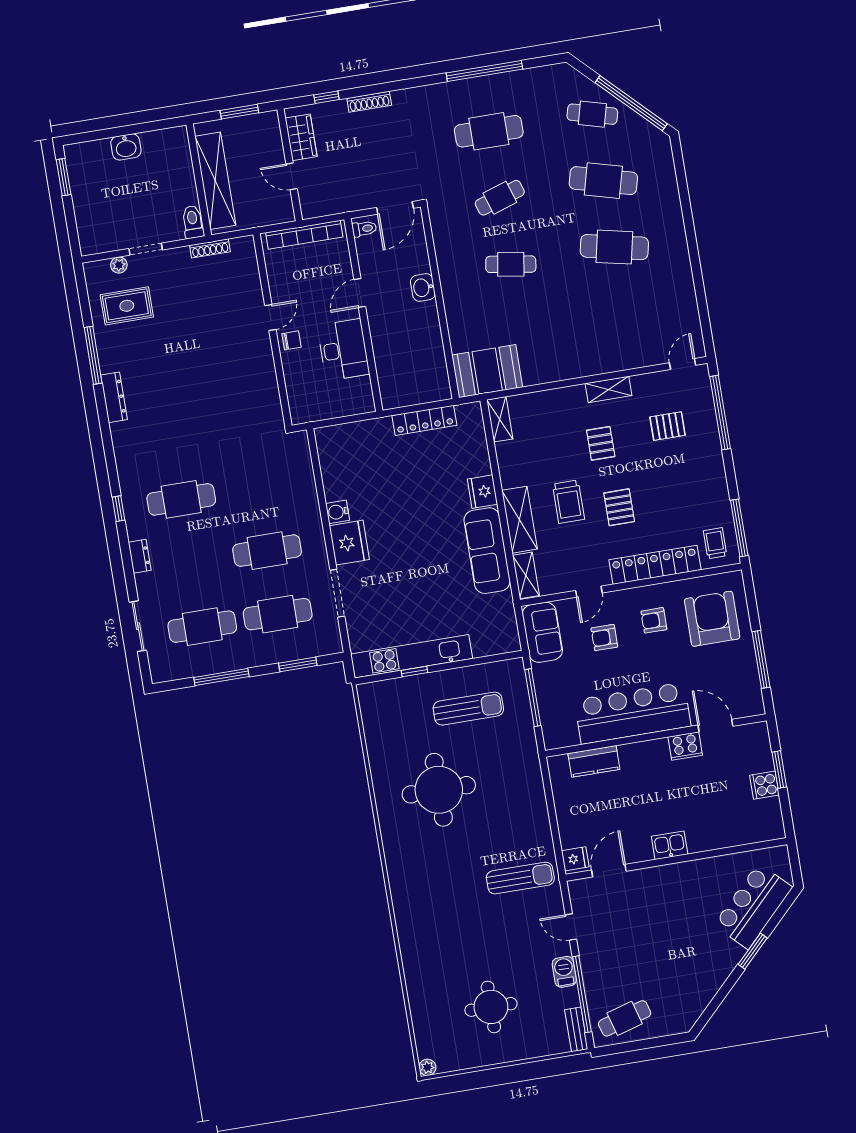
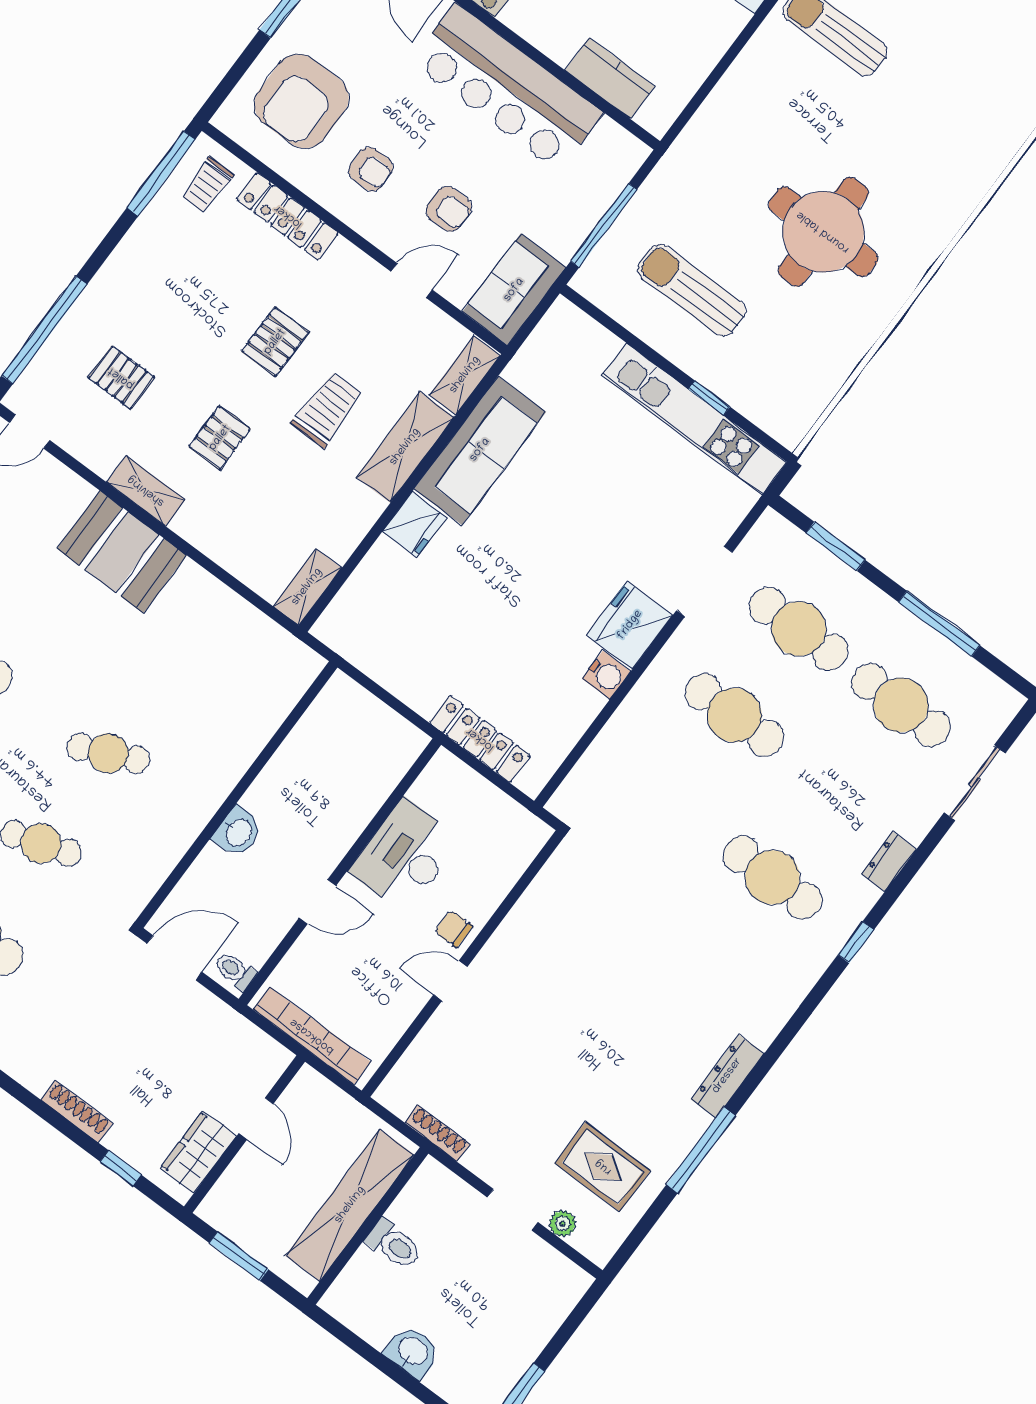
toilet: (193, 222) -> (394, 1244), moved, turned -90
cafe table: (511, 264) -> (108, 753), turned -33
booth: (487, 371) -> (122, 552), moved
locker: (424, 420) -> (480, 739), moved
locker: (655, 565) -> (288, 216), width x0.71, depth x0.83

